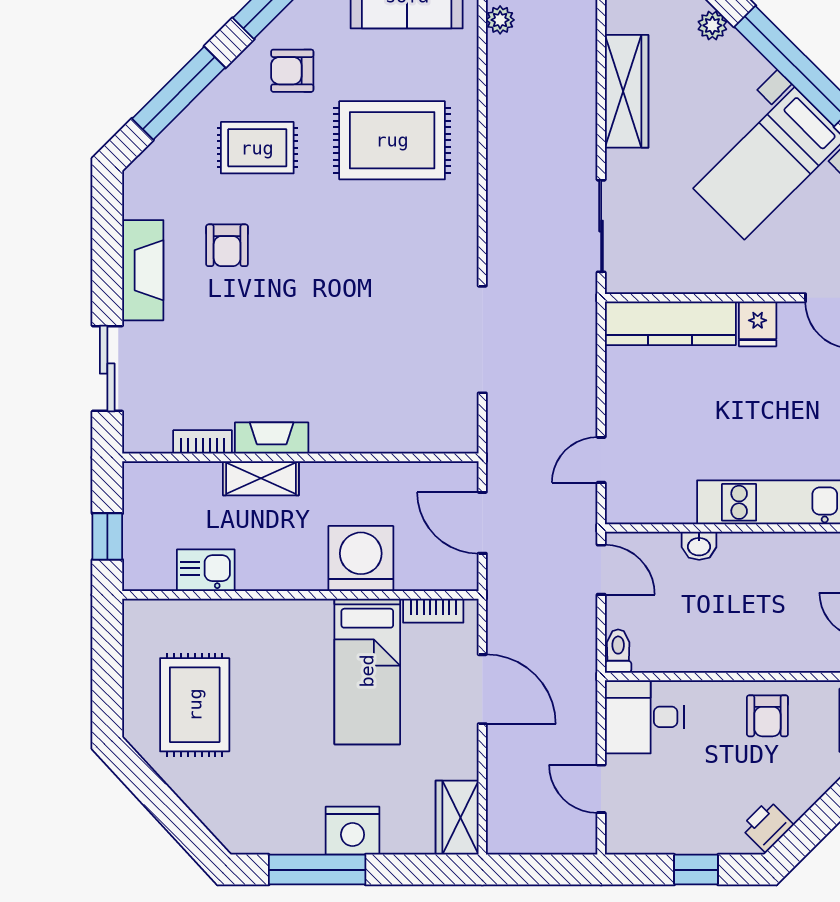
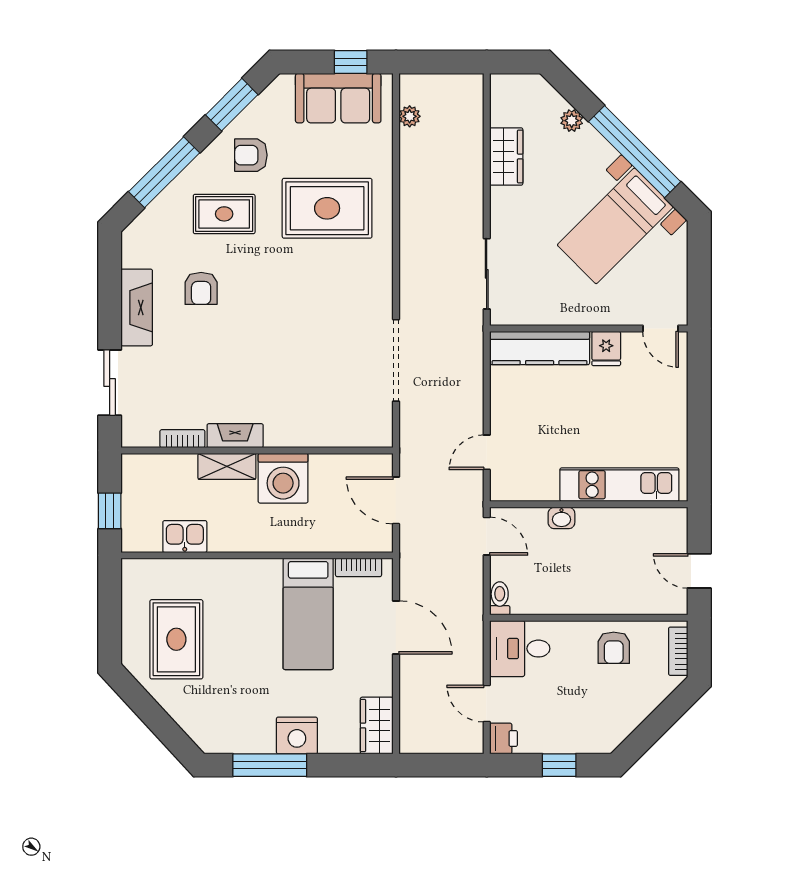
wardrobe: (627, 91) -> (506, 157), width x0.67
washing machine: (361, 559) -> (283, 478), moved, turned 180
printer: (767, 826) -> (503, 739), moved, turned 135

